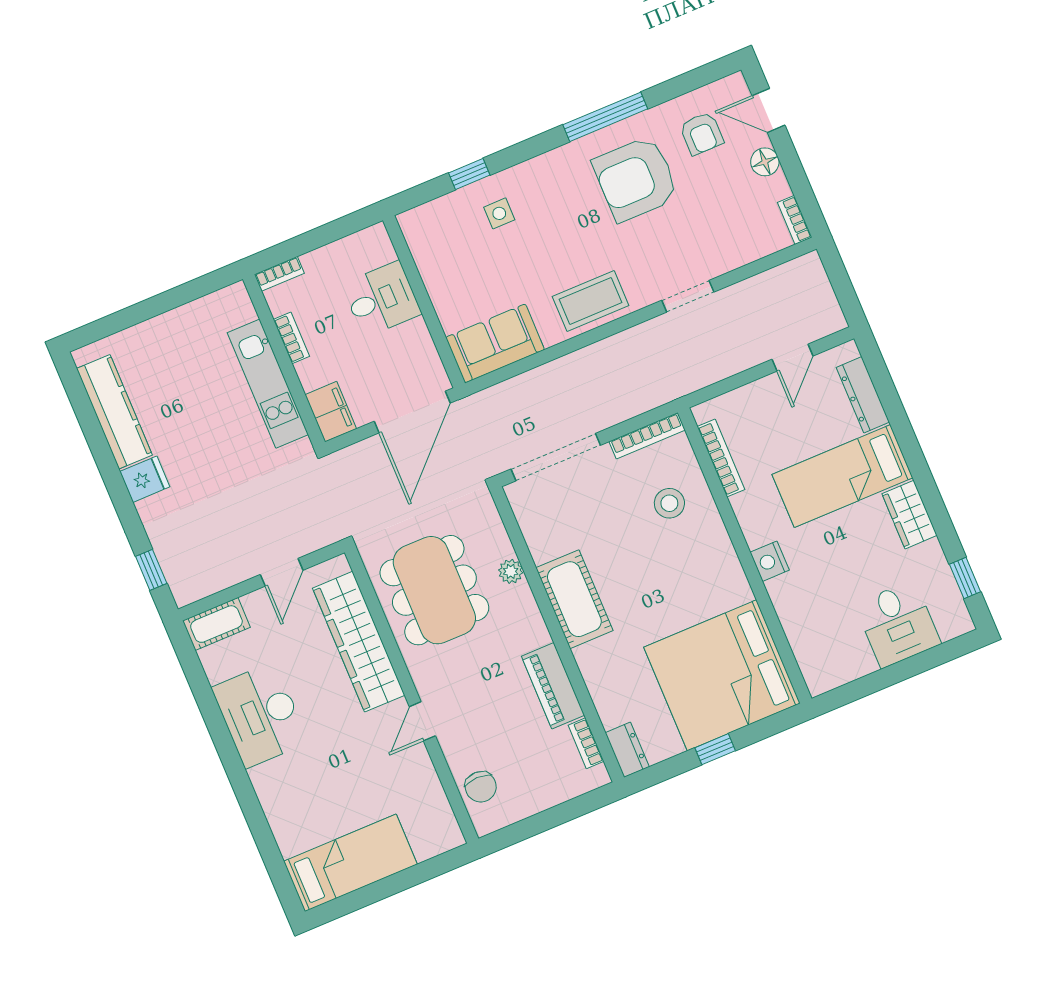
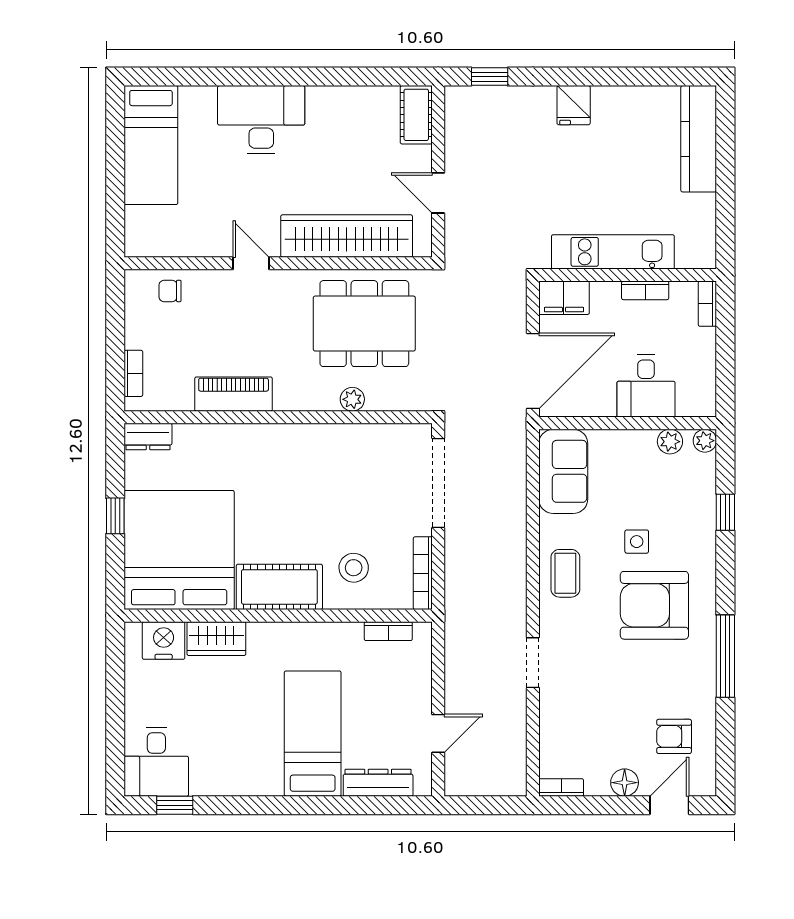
armchair: (636, 179) -> (654, 605), moved, turned -90
side table: (499, 213) -> (637, 542), moved
plant: (410, 222) -> (705, 441), added
plant: (424, 254) -> (670, 442), added
coffee table: (591, 301) -> (565, 573), width x0.73, depth x0.77
door: (792, 358) -> (438, 733), swing flipped
kitchen counter: (114, 412) -> (699, 139), moved, turned 90
door: (412, 412) -> (533, 371), swing flipped
bookcase: (721, 458) -> (388, 631), width x0.64
wardrobe: (909, 515) -> (216, 639), moved, turned 180
nightstand: (770, 561) -> (164, 641), moved, width x1.36, depth x1.33
cot: (574, 599) -> (279, 587), moved
desk: (898, 624) -> (156, 762), moved, turned -90
desk: (260, 715) -> (261, 120), moved
bookcase: (586, 743) -> (133, 373), moved, turned 90
chair: (481, 787) -> (170, 291), width x0.73, depth x0.73

